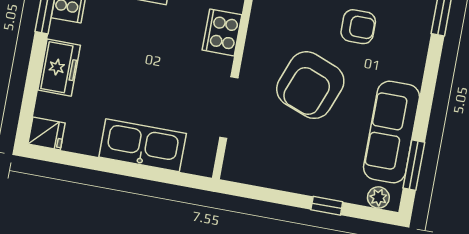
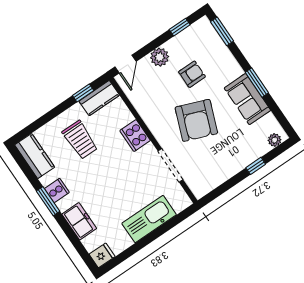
sofa: (391, 132) -> (247, 99), width x0.73
window: (414, 165) -> (257, 83), moved

